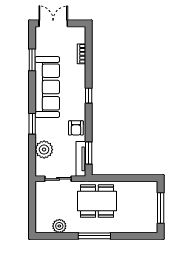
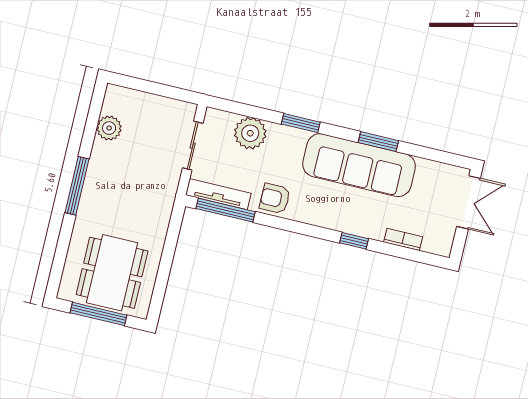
window: (32, 60) -> (378, 142), moved
window: (89, 96) -> (354, 241), moved
window: (89, 153) -> (225, 210), width x1.44
dining table: (97, 201) -> (112, 273), moved

